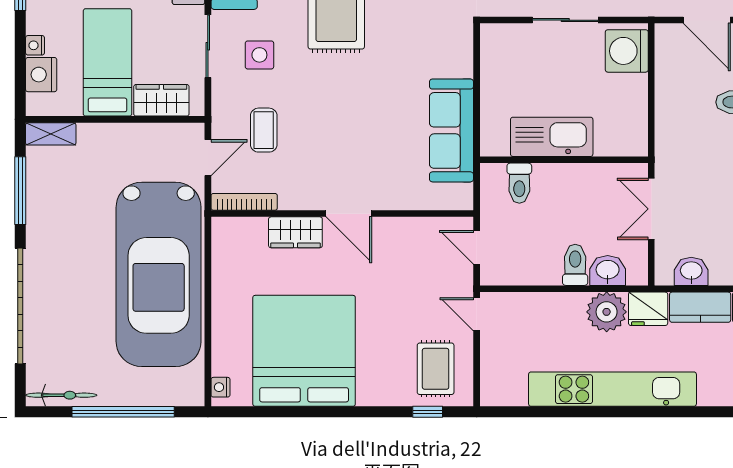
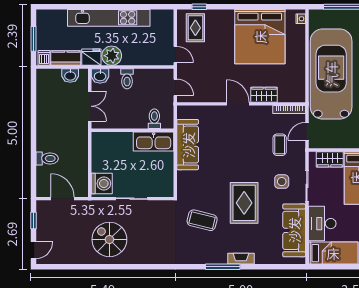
kitchen sink: (552, 137) -> (154, 141), moved
washbasin: (608, 271) -> (100, 76), moved

